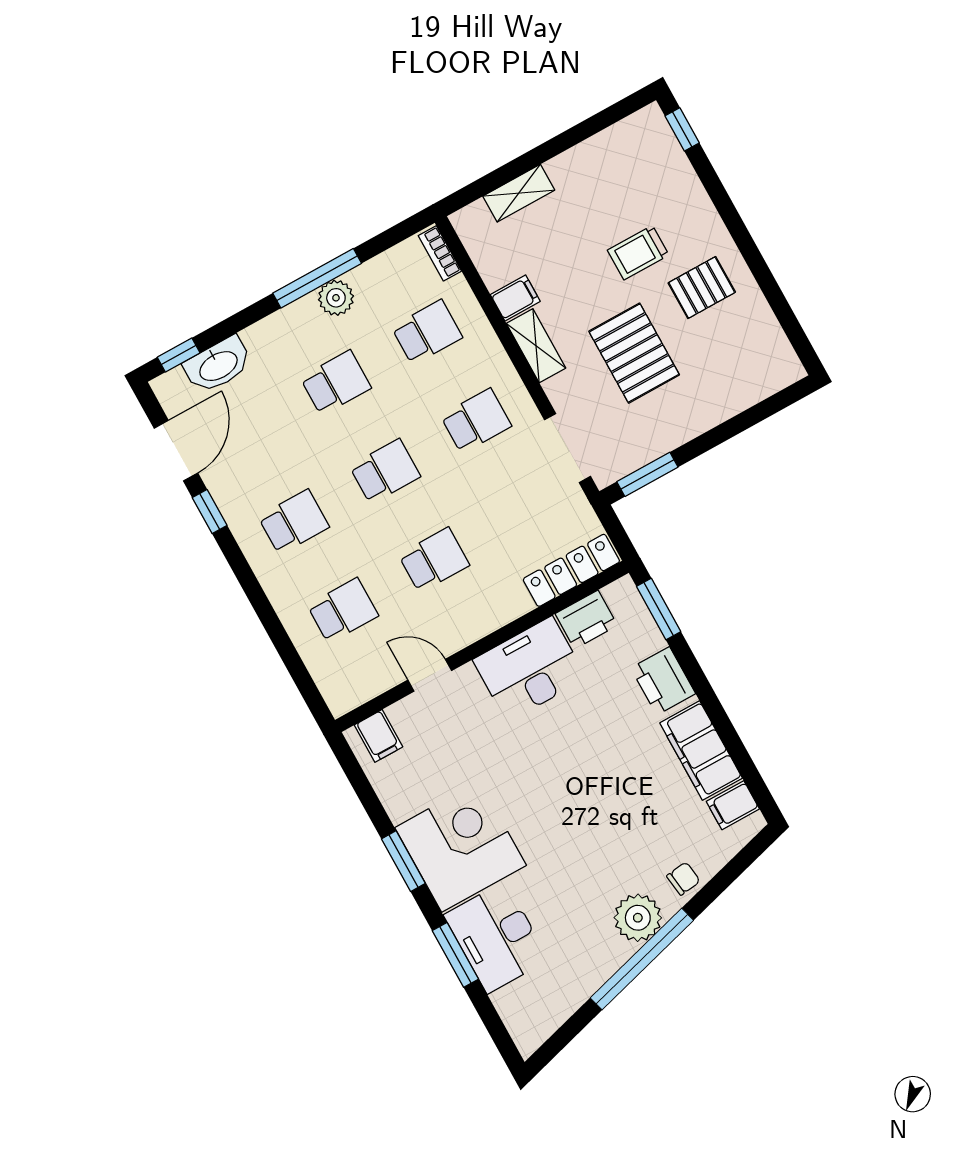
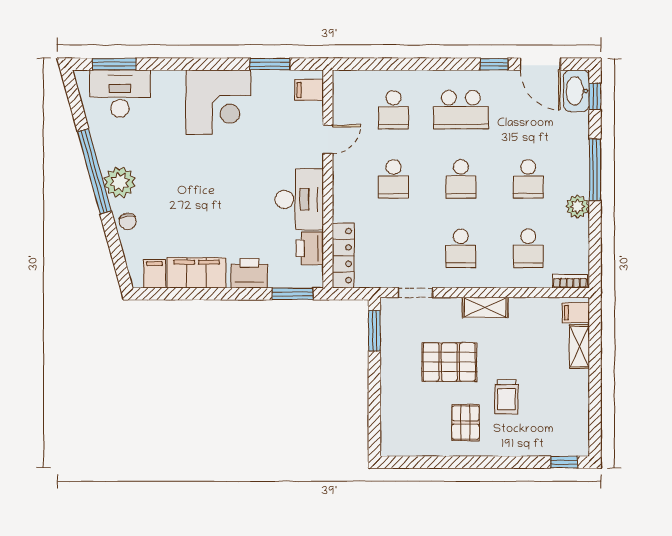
trolley: (638, 253) -> (506, 397), turned 180
window: (317, 278) -> (595, 170), moved
filing cabinet: (515, 298) -> (576, 313), moved, turned 90
washbasin: (218, 365) -> (576, 91), moved
doorway: (567, 448) -> (416, 293), width x0.73
school desk: (294, 522) -> (461, 110), width x1.85
window: (403, 861) -> (270, 64), moved
desk: (496, 937) -> (120, 94), moved
window: (455, 955) -> (114, 64), moved

